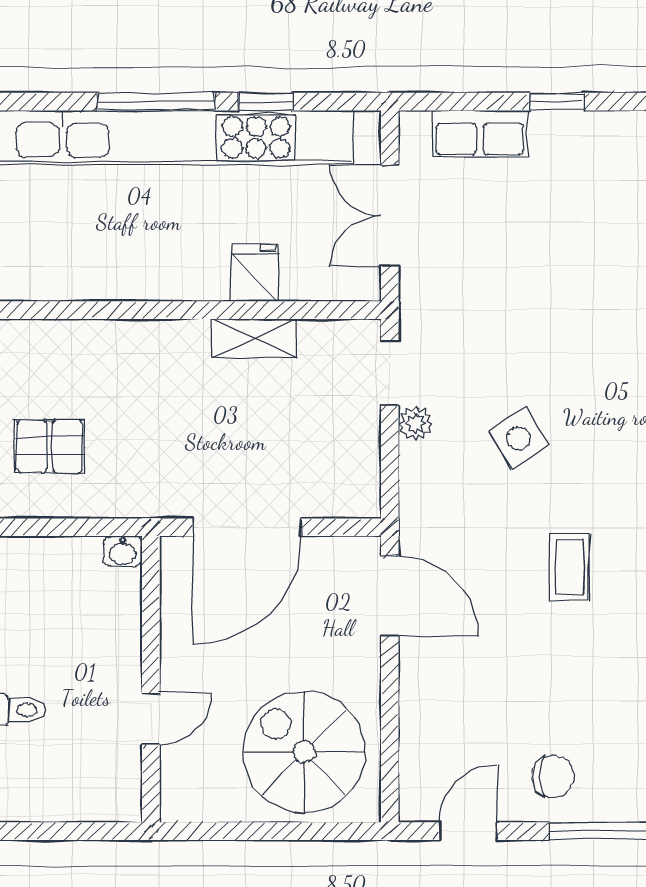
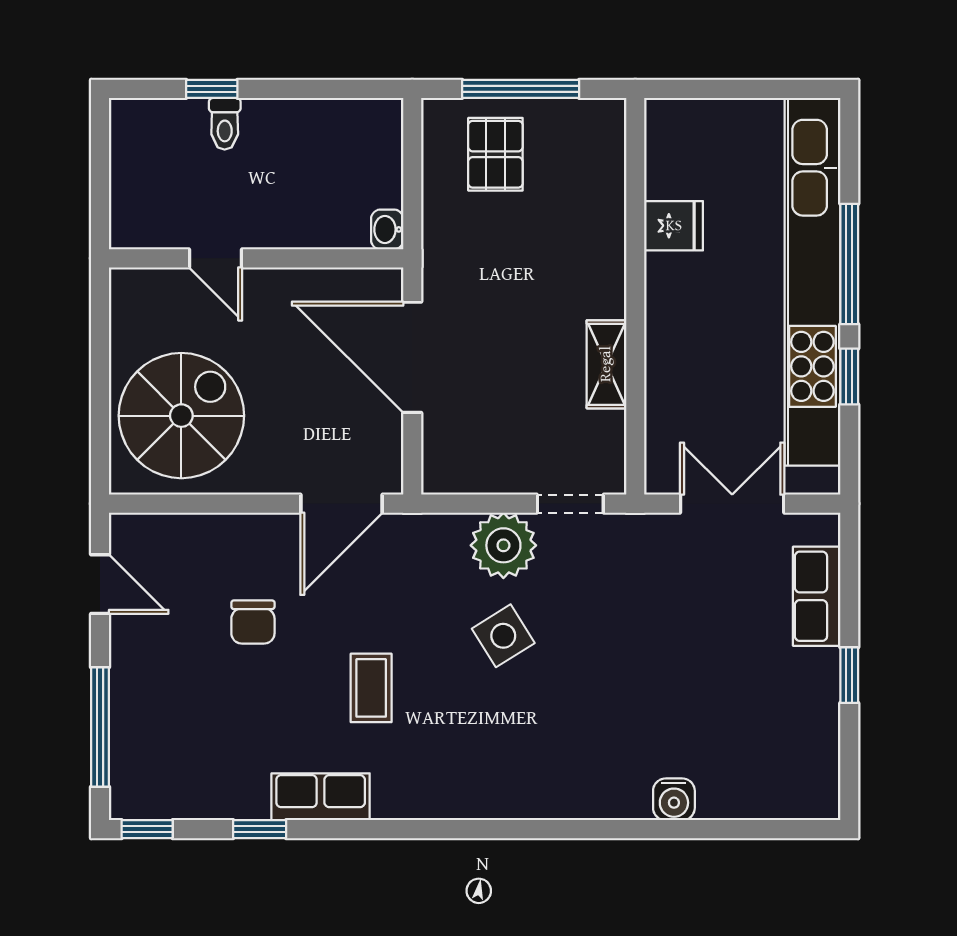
fridge: (255, 273) -> (674, 226), moved
plant: (415, 423) -> (503, 545), width x1.88, depth x1.88
coffee table: (569, 567) -> (371, 688), turned 90
chair: (553, 776) -> (253, 622), moved

